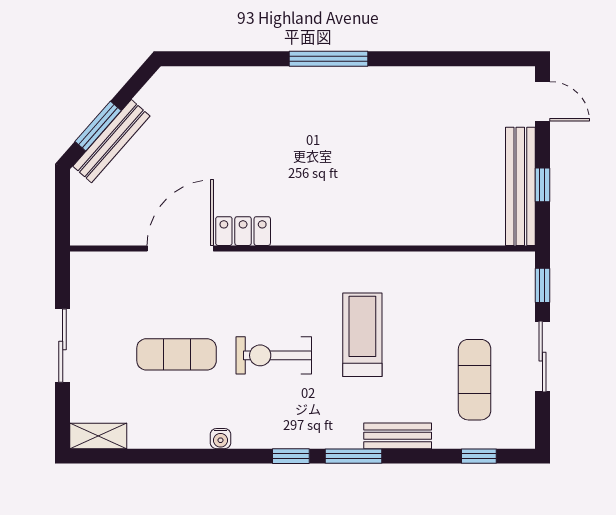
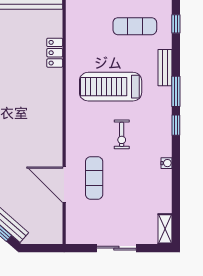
locker: (243, 231) -> (55, 53), moved
treadmill: (362, 335) -> (111, 87), width x1.37, depth x1.38
exercise mat: (177, 354) -> (94, 178), moved
exercise bike: (274, 355) -> (122, 134), width x0.73, depth x0.72

